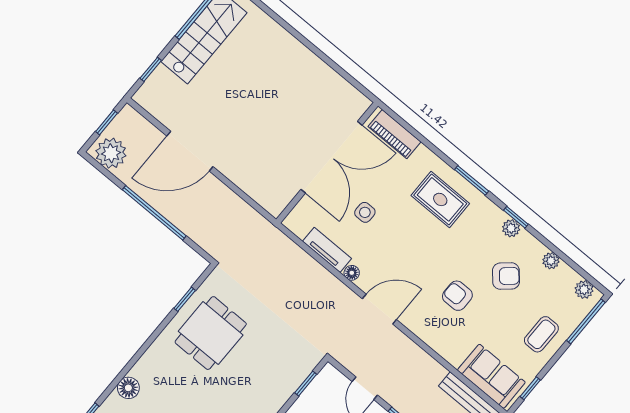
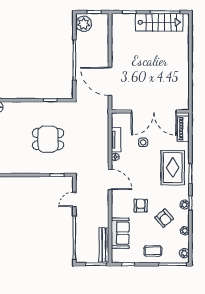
door: (190, 151) -> (110, 81), moved
rug: (440, 199) -> (173, 168), width x1.36, depth x1.43
dining table: (211, 333) -> (48, 139), moved
sofa: (491, 376) -> (120, 233), moved

